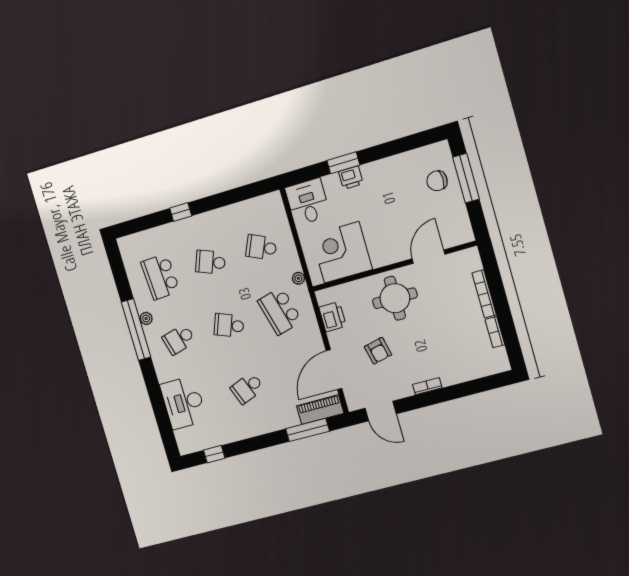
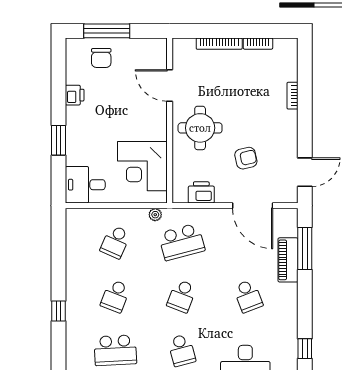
printer: (351, 178) -> (75, 95), moved
bookcase: (427, 386) -> (292, 96), moved
piano: (320, 410) -> (288, 260), moved

